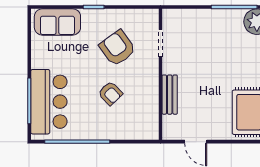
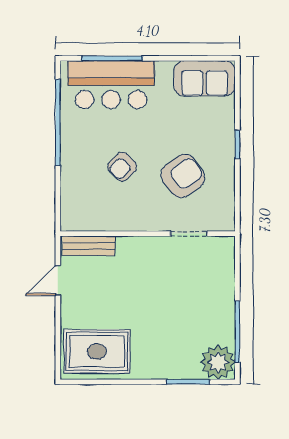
sofa: (57, 22) -> (205, 78), moved, turned -90
bench: (170, 95) -> (89, 246), moved

